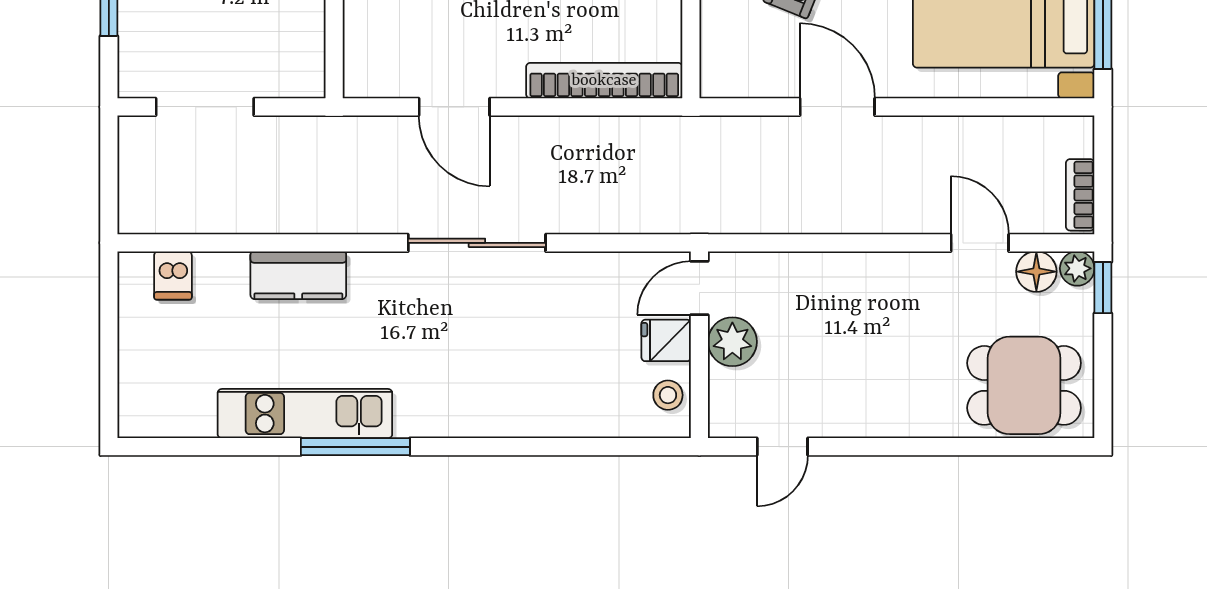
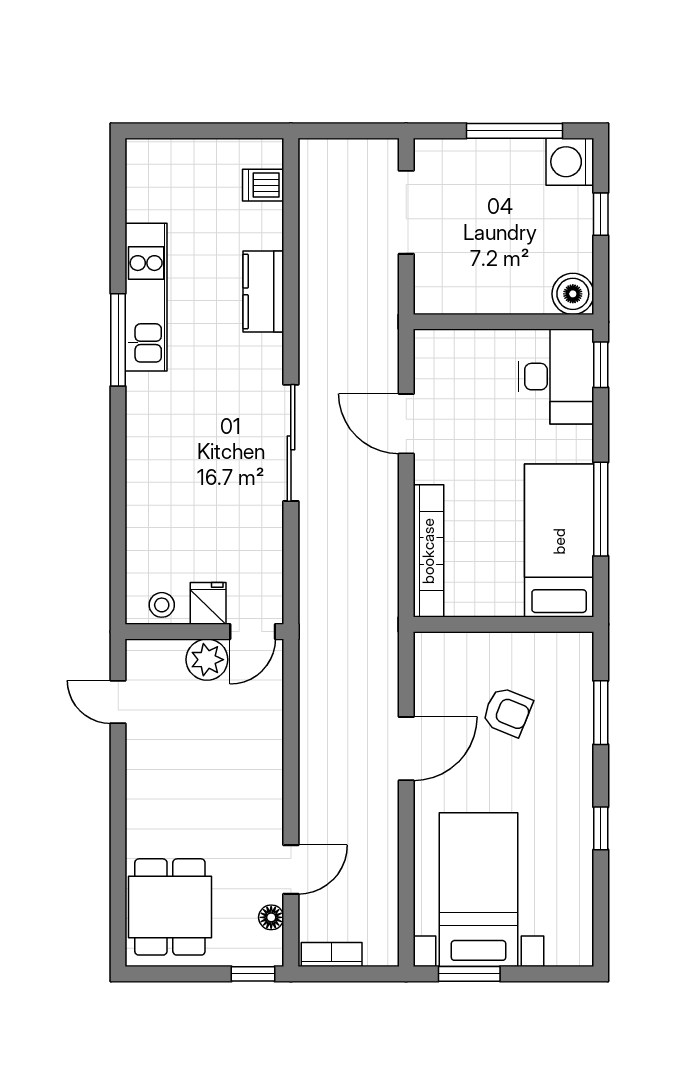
door: (454, 107) -> (406, 424), hinge flipped
plant: (1077, 268) -> (269, 952), removed
floor lamp: (1036, 272) -> (271, 917), width x0.73, depth x0.73
door: (699, 288) -> (253, 632), swing flipped

